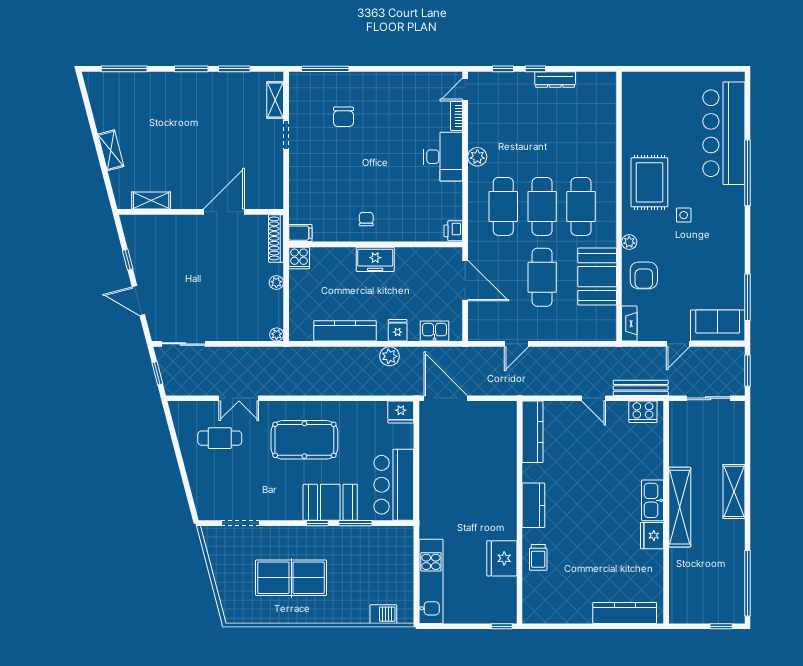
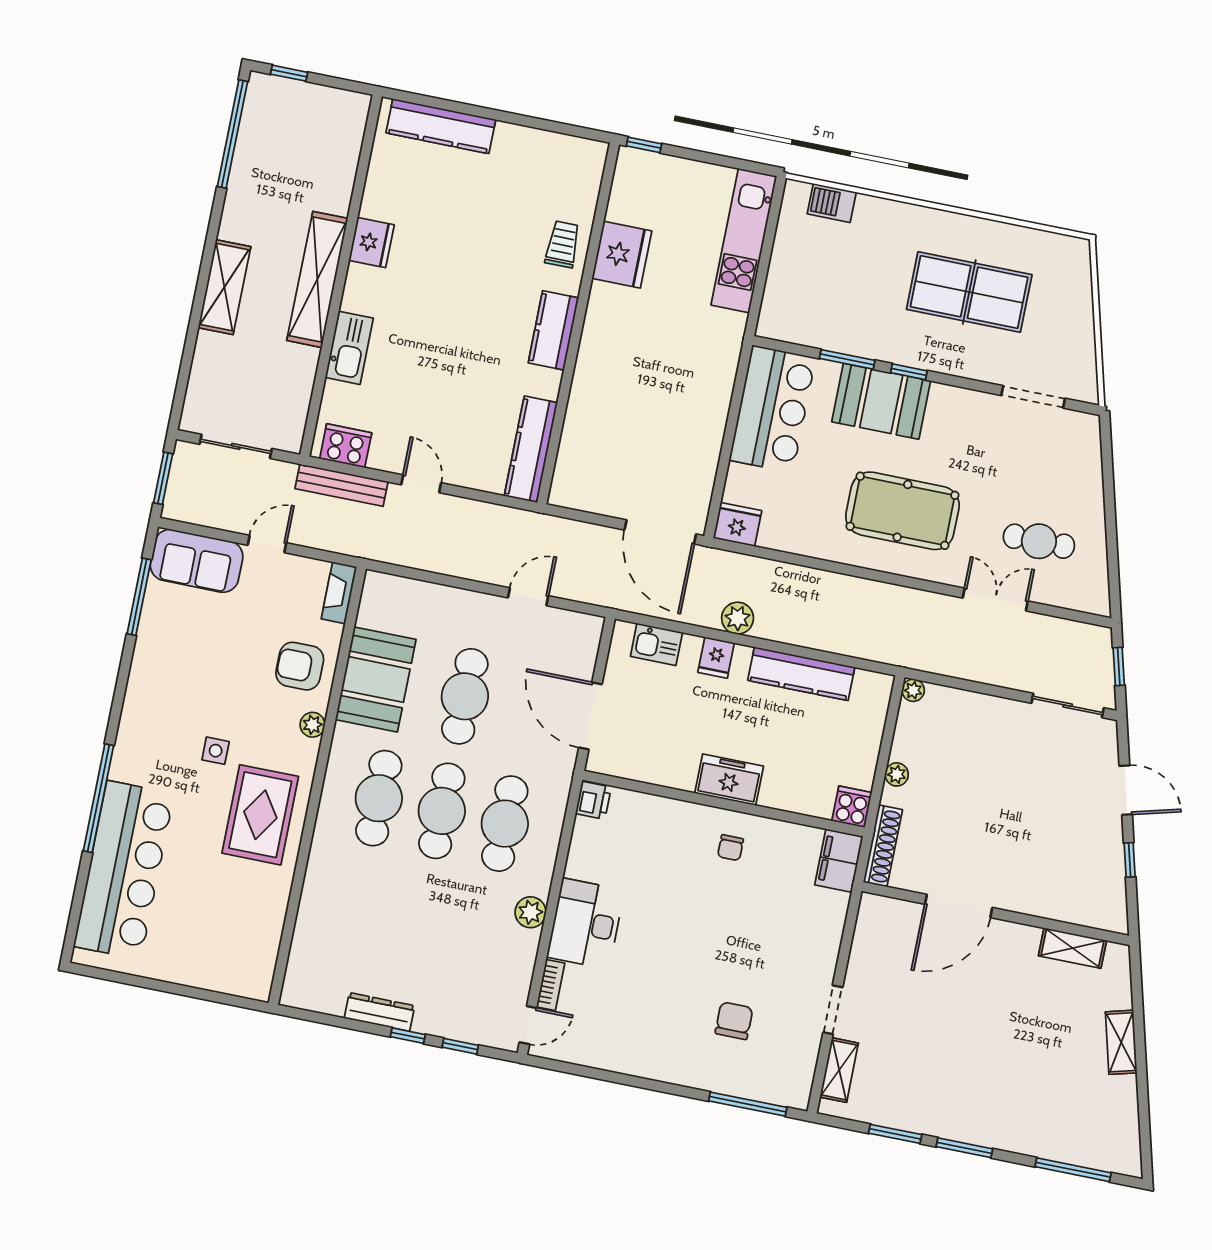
filing cabinet: (300, 233) -> (839, 861), width x2.00
armchair: (644, 275) -> (300, 666), turned -90
kitchen sink: (653, 500) -> (349, 348), moved

